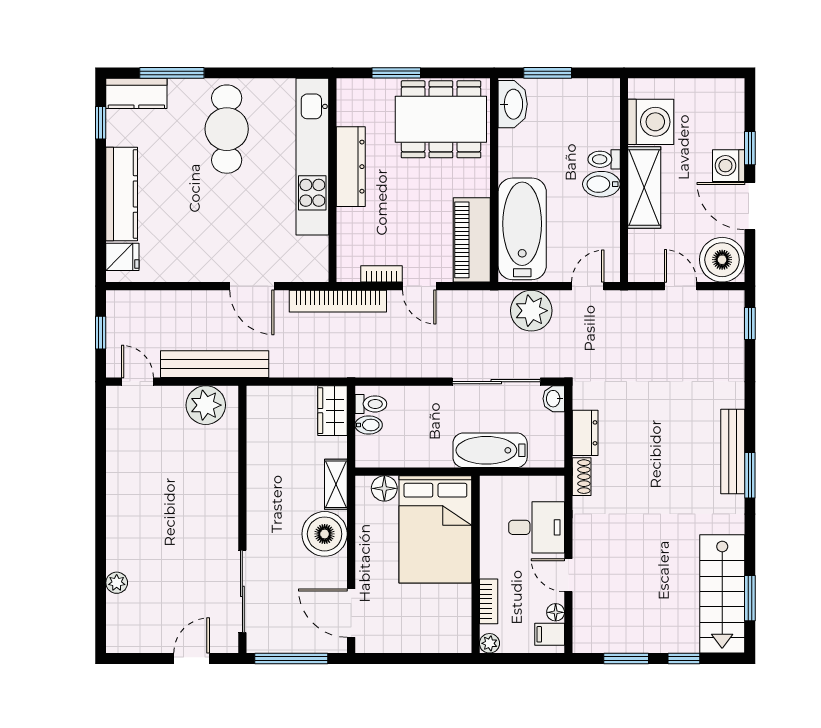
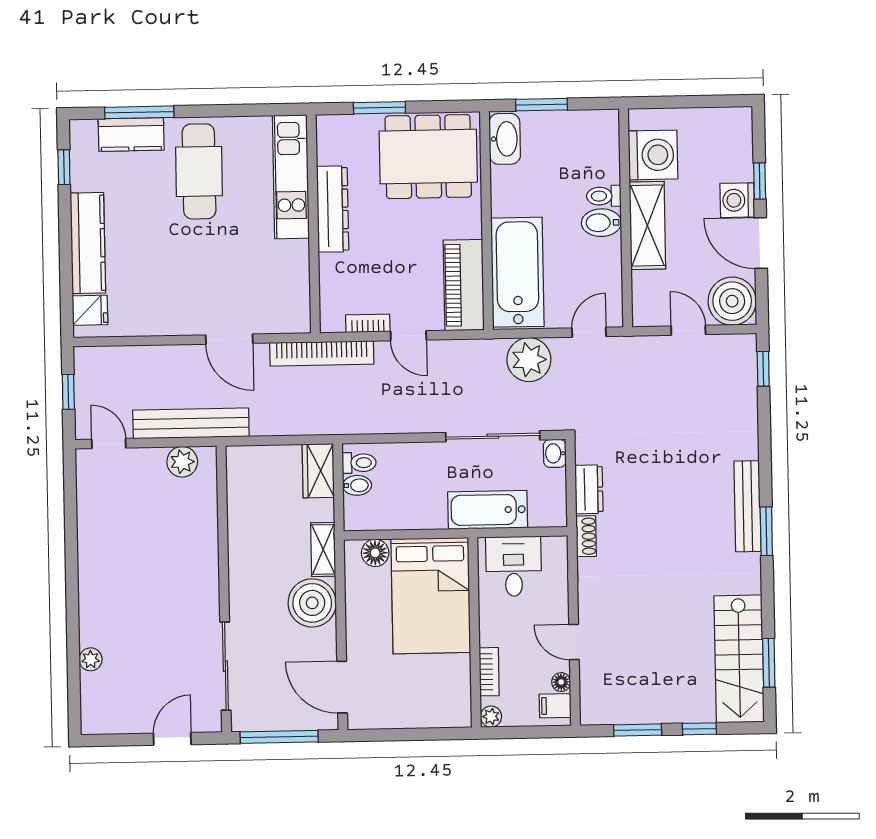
kitchen counter: (136, 93) -> (131, 134), moved
kitchen unit: (312, 157) -> (291, 177), width x0.73
plant: (206, 405) -> (182, 462), width x0.73, depth x0.73
desk: (537, 527) -> (514, 566), moved, turned -90

